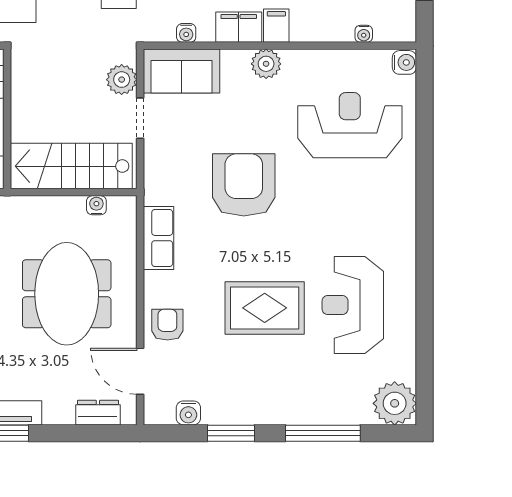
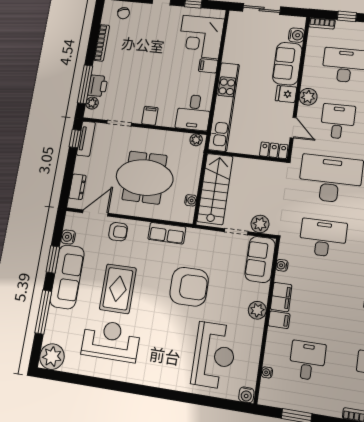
sofa: (257, 402) -> (67, 277), added

